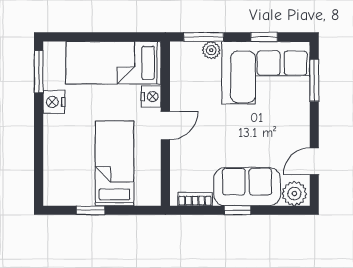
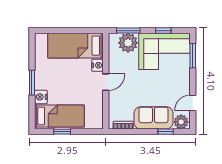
plant: (211, 50) -> (128, 43), width x1.87, depth x1.87
window: (39, 72) -> (32, 83), moved
nightstand: (54, 102) -> (41, 97), moved
bed: (114, 163) -> (59, 116), moved, turned 90
window: (238, 210) -> (166, 132), moved

